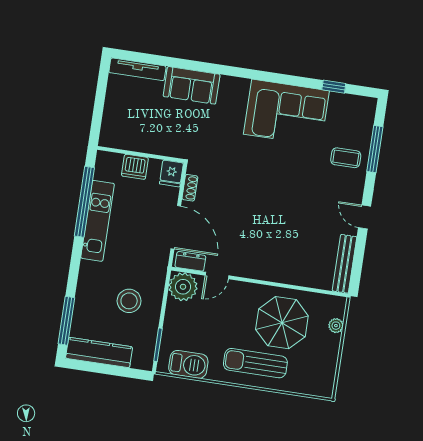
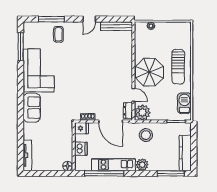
sofa: (192, 85) -> (32, 108), moved
window: (334, 87) -> (21, 47), width x2.17
floor lamp: (107, 138) -> (68, 166), added
door: (176, 227) -> (111, 121), swing flipped
plant: (90, 272) -> (142, 165), added
stool: (129, 301) -> (146, 135), moved
parasol: (282, 323) -> (149, 72), moved

